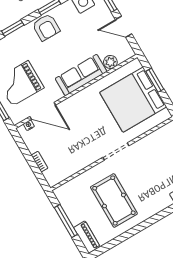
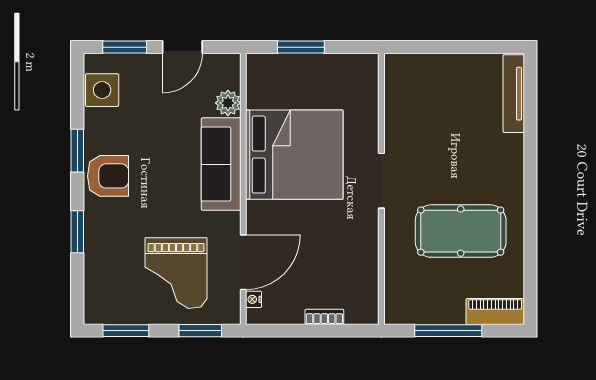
bed: (133, 100) -> (294, 155), moved, turned -90

